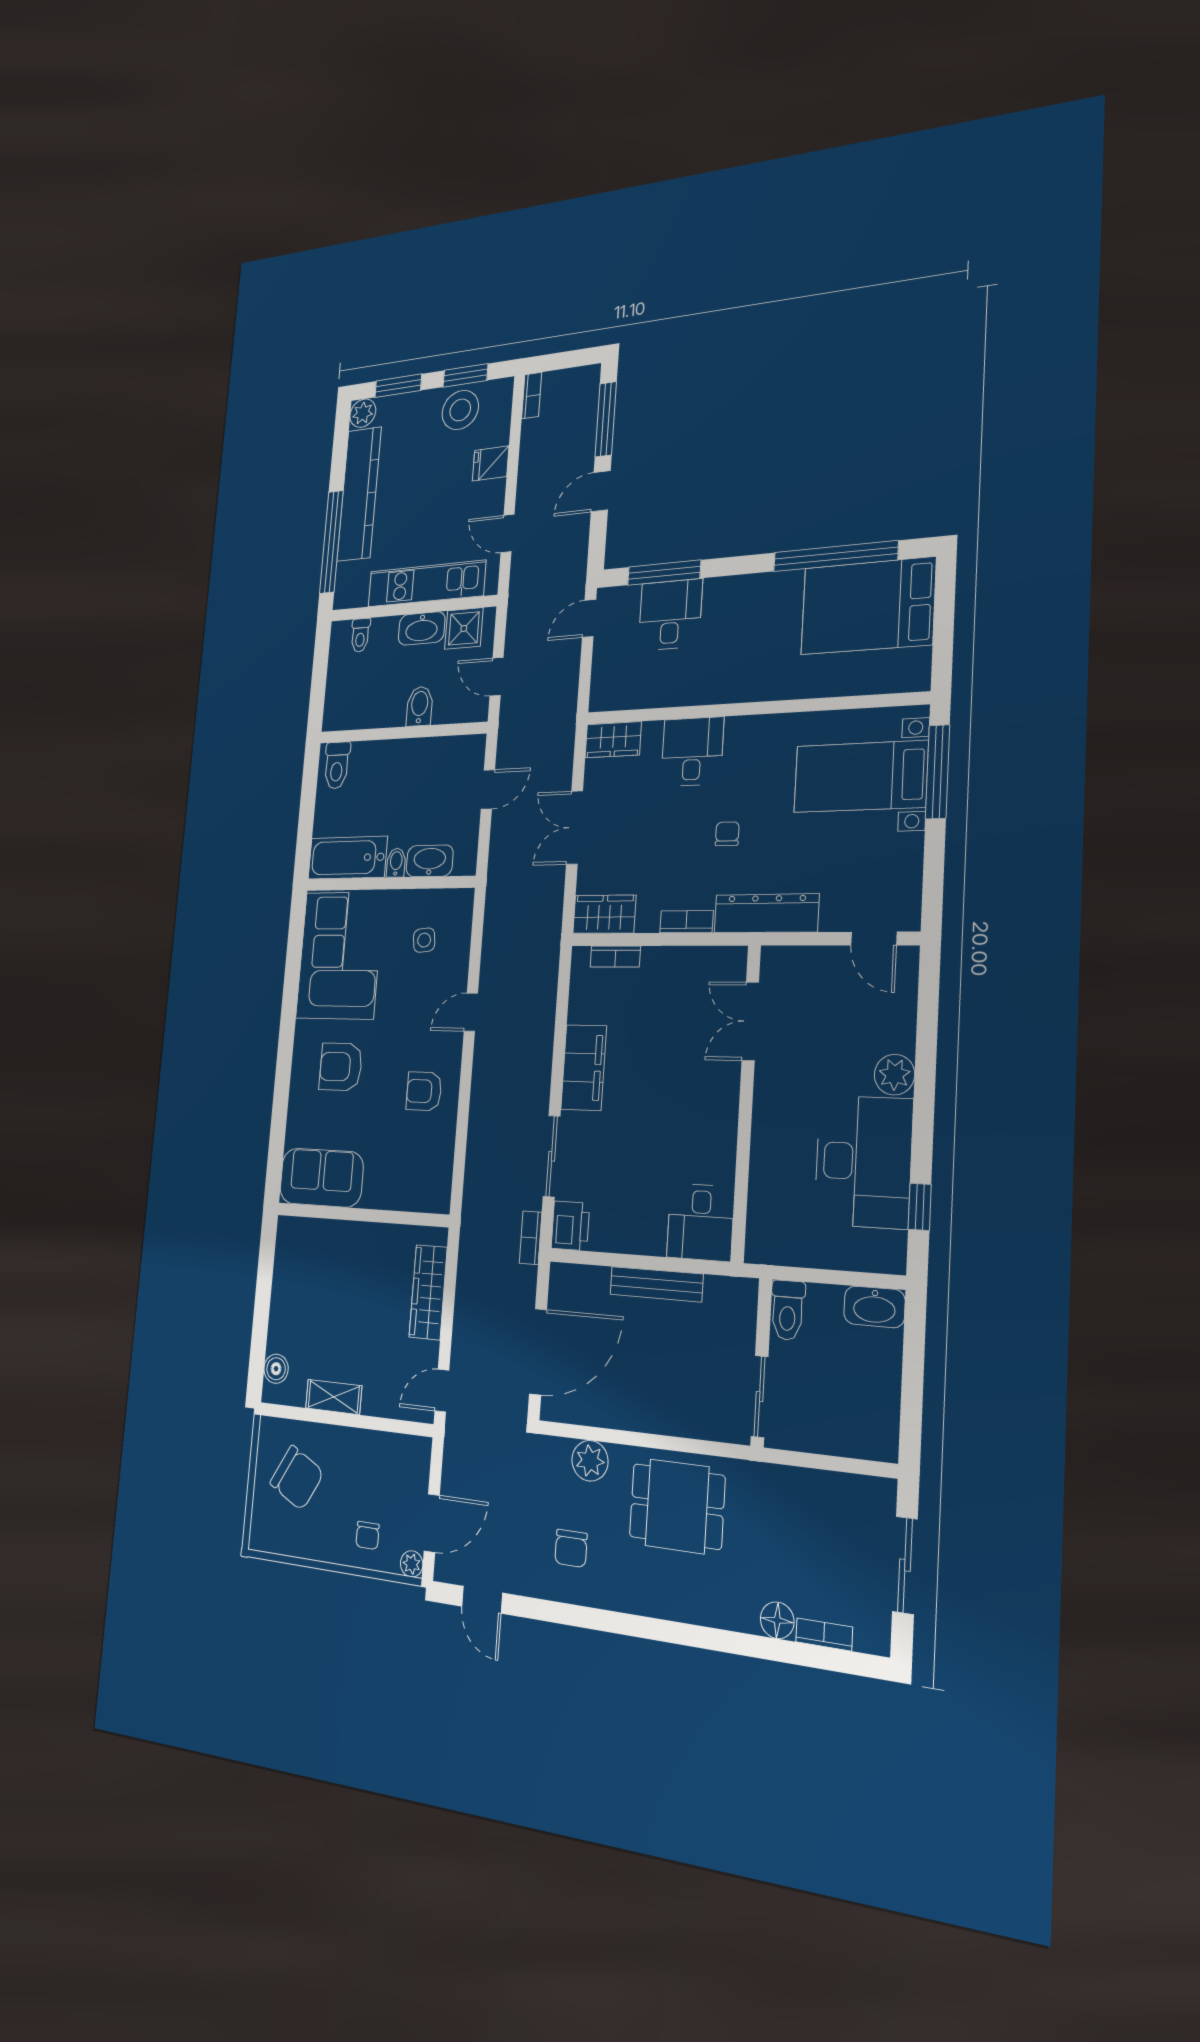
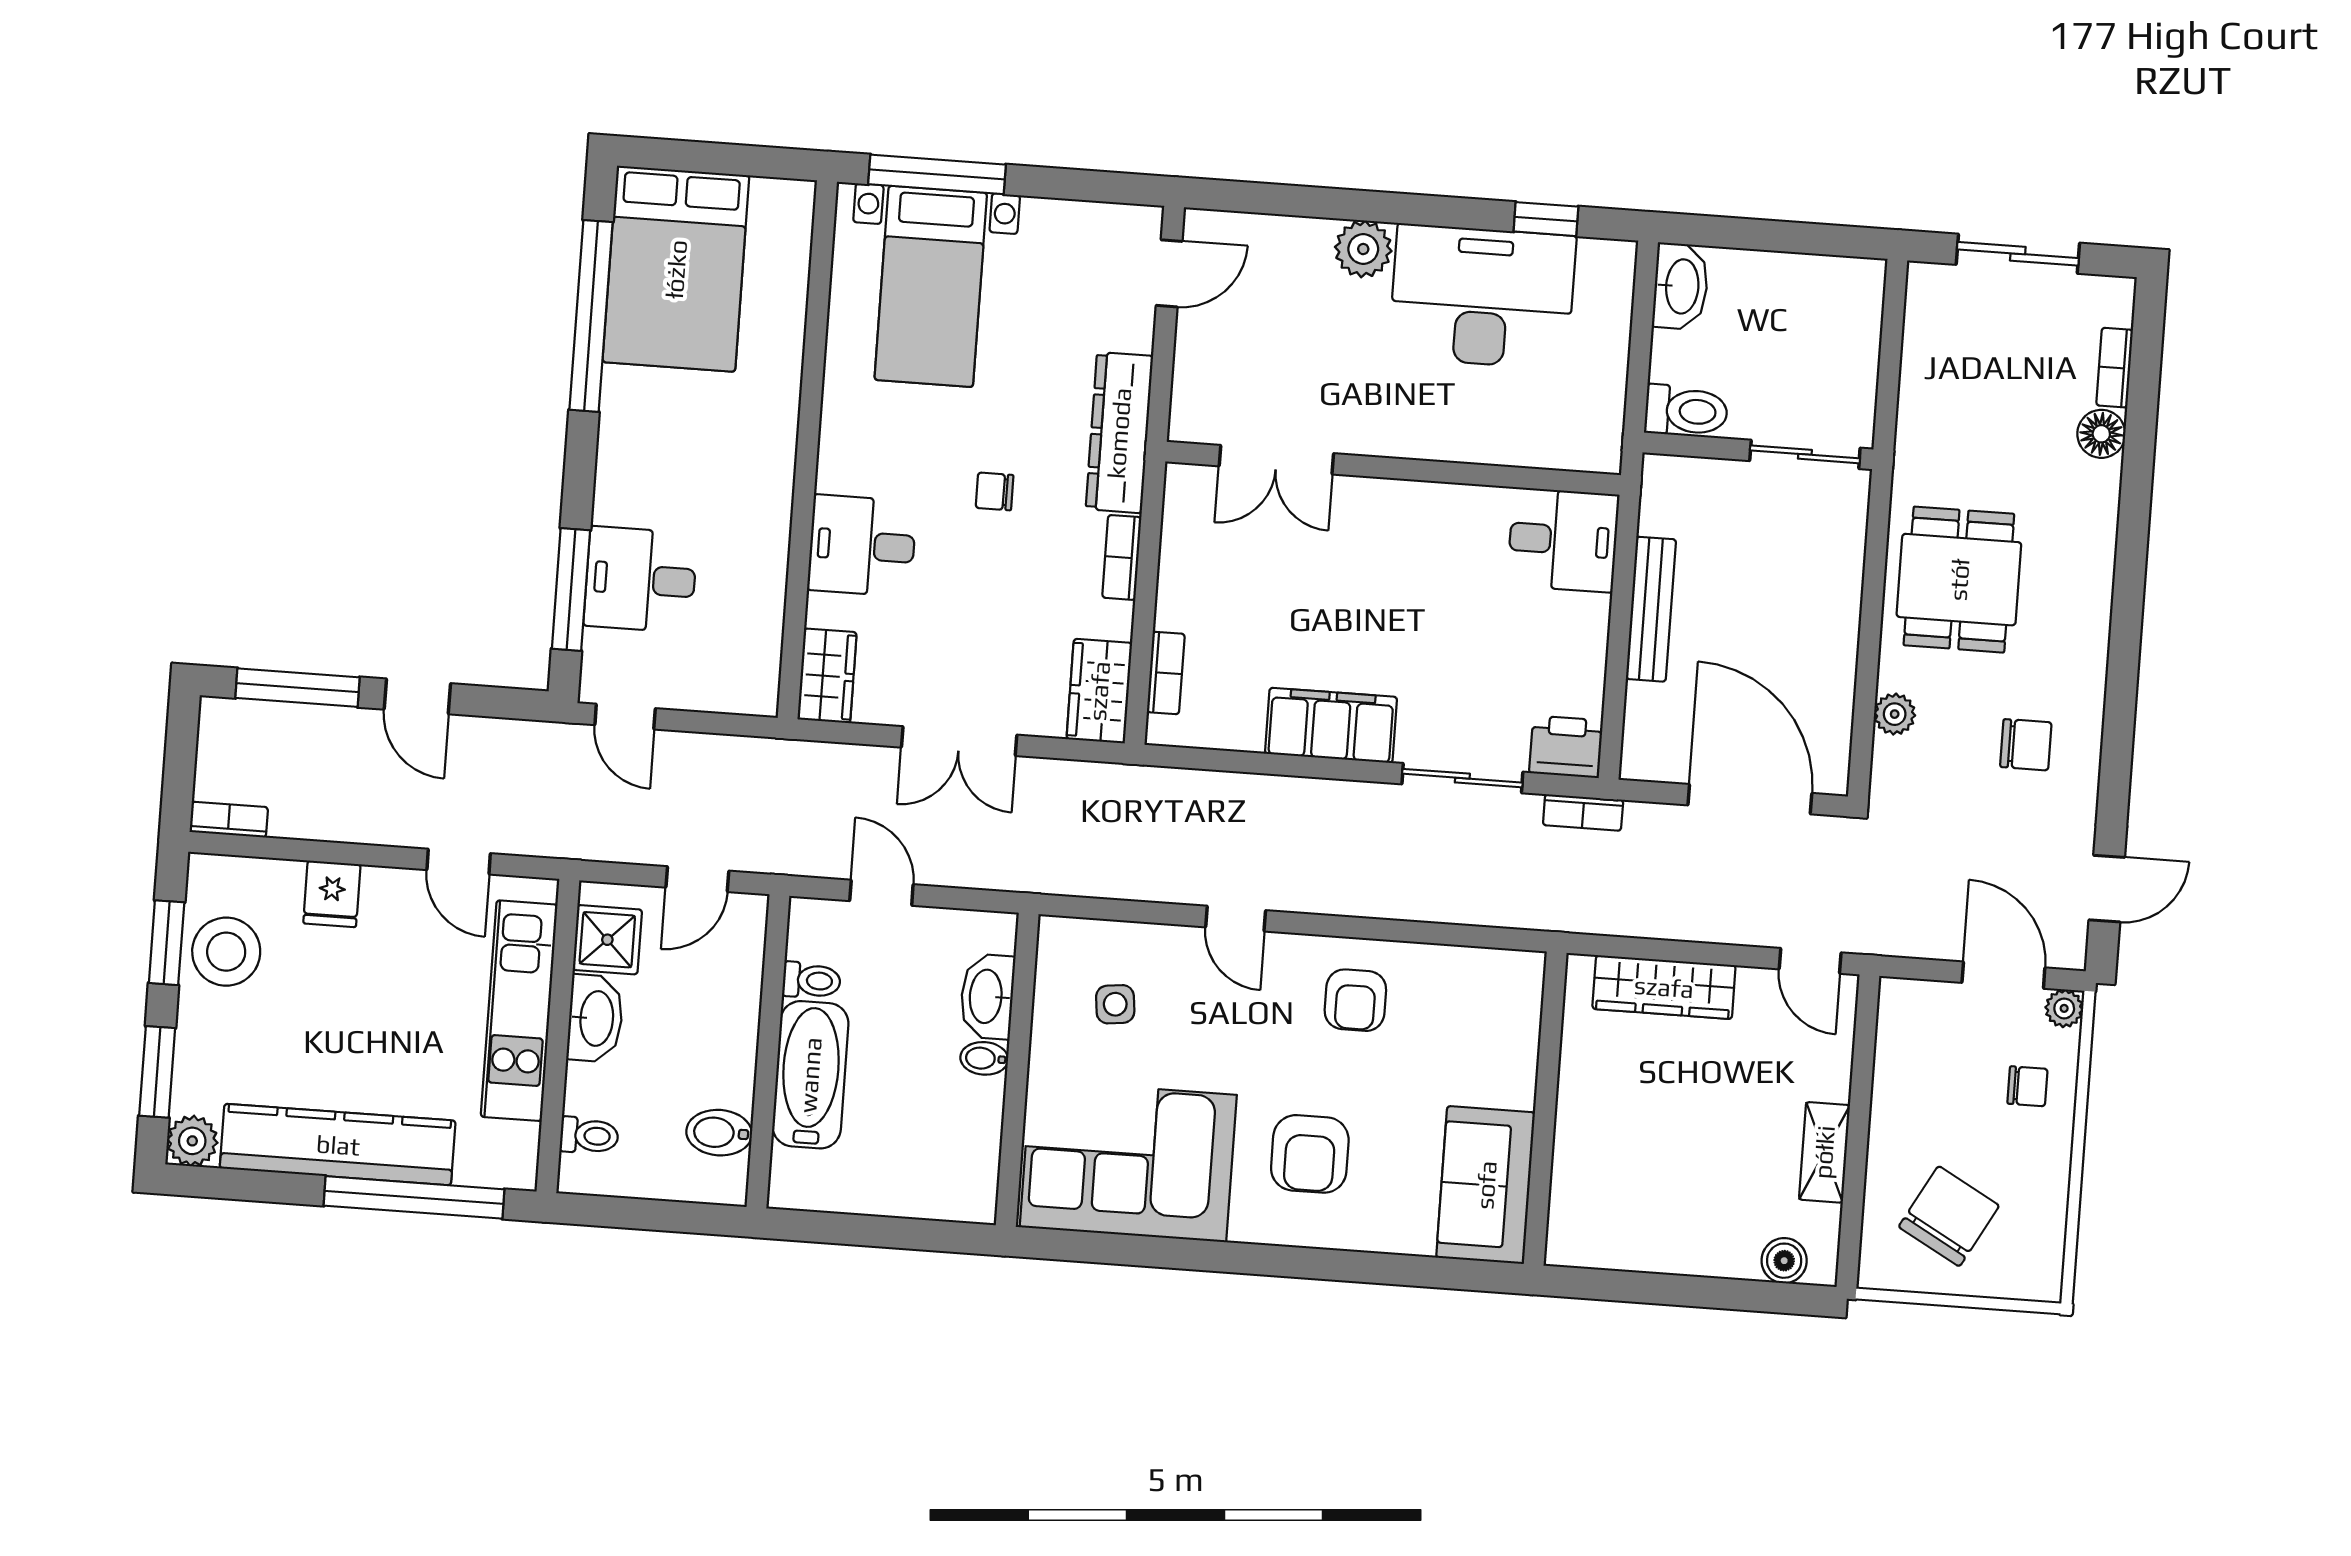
door: (508, 533) -> (459, 862), hinge flipped
bidet: (420, 706) -> (719, 1133), moved
toilet: (337, 765) -> (812, 980), moved, width x0.73, depth x0.72
bathtub: (348, 858) -> (810, 1075), moved, turned 180
plant: (590, 1461) -> (1895, 714), width x0.73, depth x0.73

